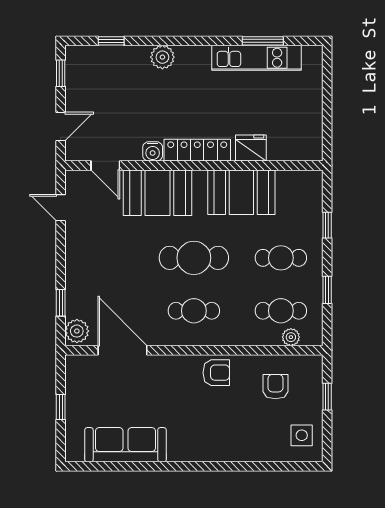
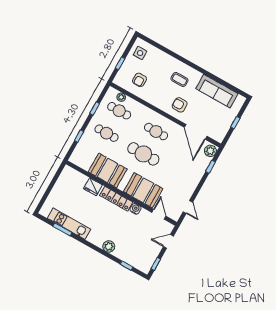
armchair: (216, 373) -> (180, 105), moved
coffee table: (204, 428) -> (179, 80), added

